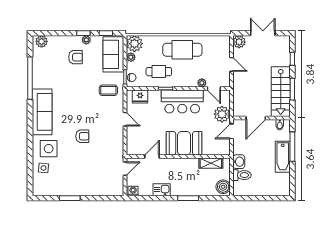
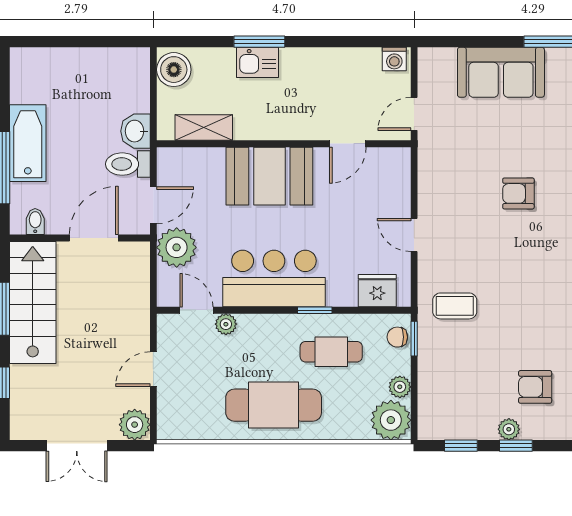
sofa: (113, 54) -> (501, 72), moved, turned 90
door: (231, 64) -> (153, 369), hinge flipped
toilet: (242, 175) -> (128, 164), moved
kitchen sink: (162, 190) -> (258, 62), moved

